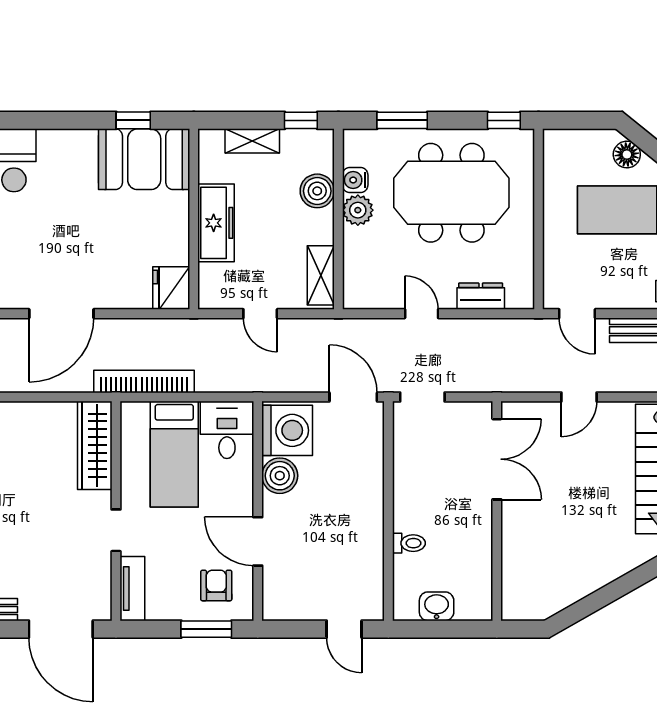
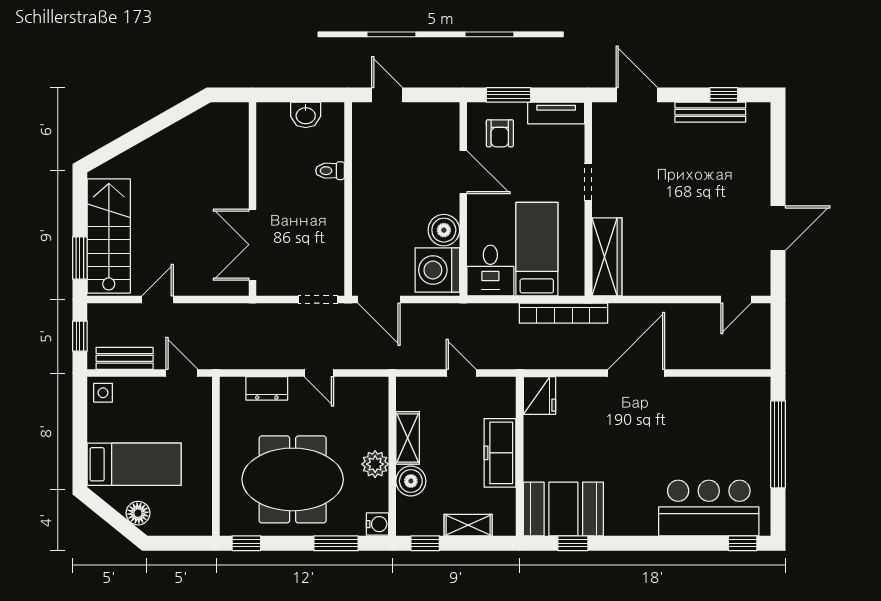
water cooler: (355, 180) -> (377, 524), moved
shelving: (321, 275) -> (408, 438), moved
door: (579, 397) -> (158, 299), moved
tv unit: (132, 589) -> (556, 113), moved, turned -90
door: (61, 629) -> (637, 95), width x0.73

